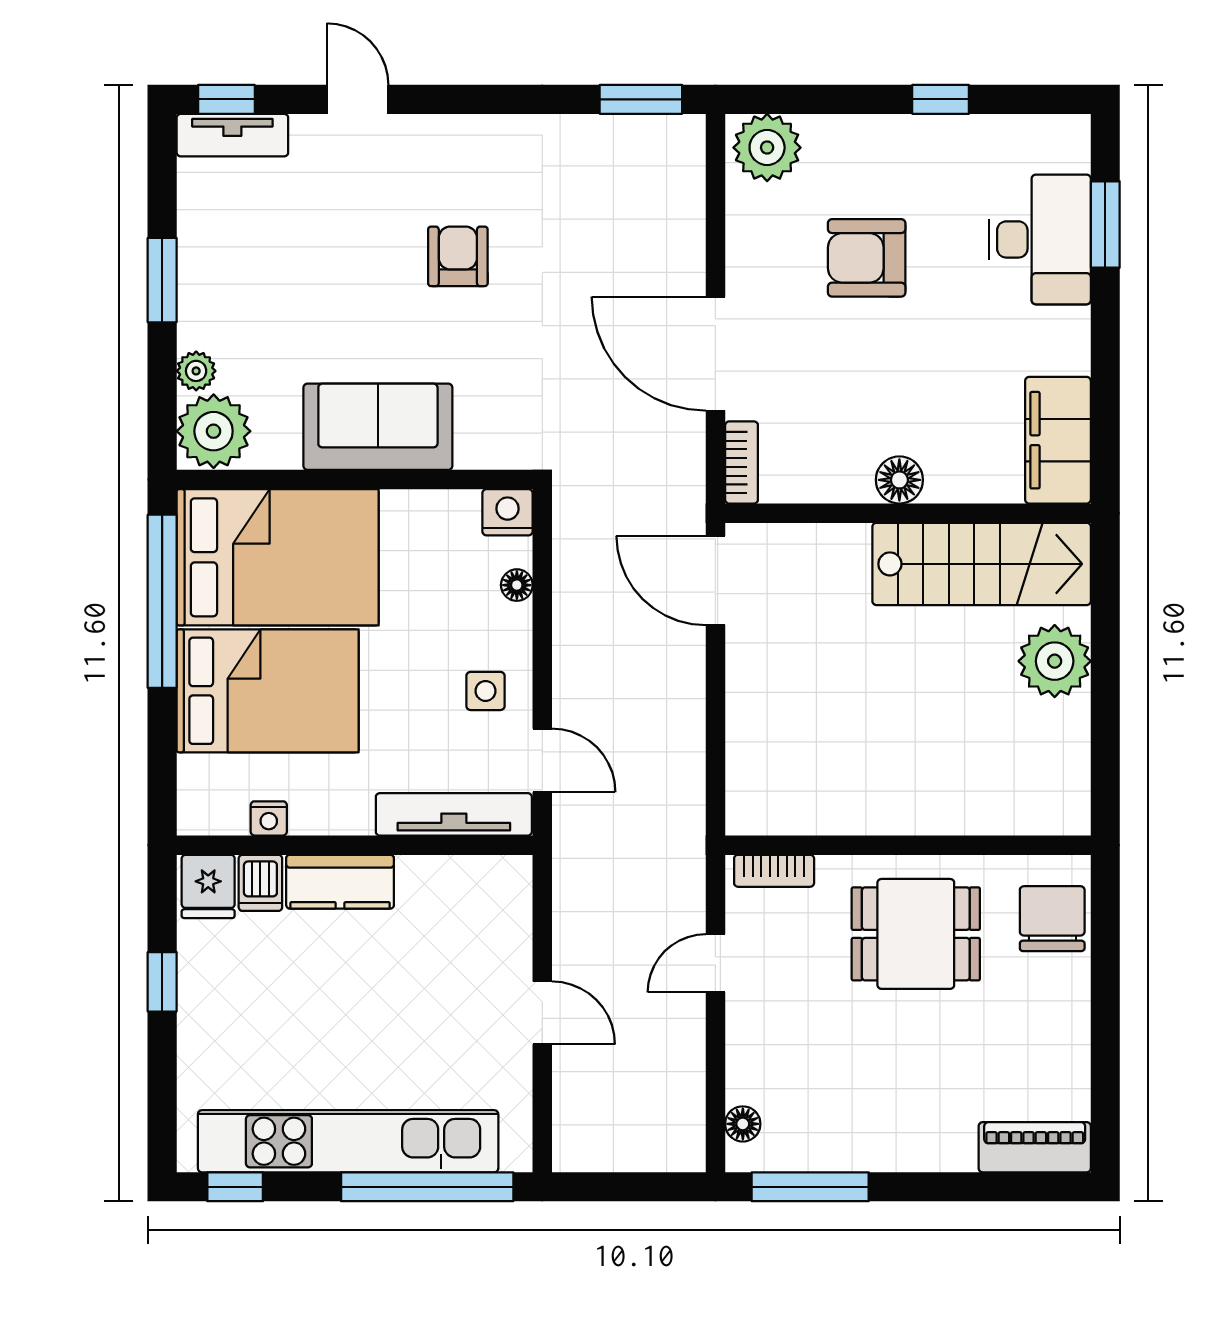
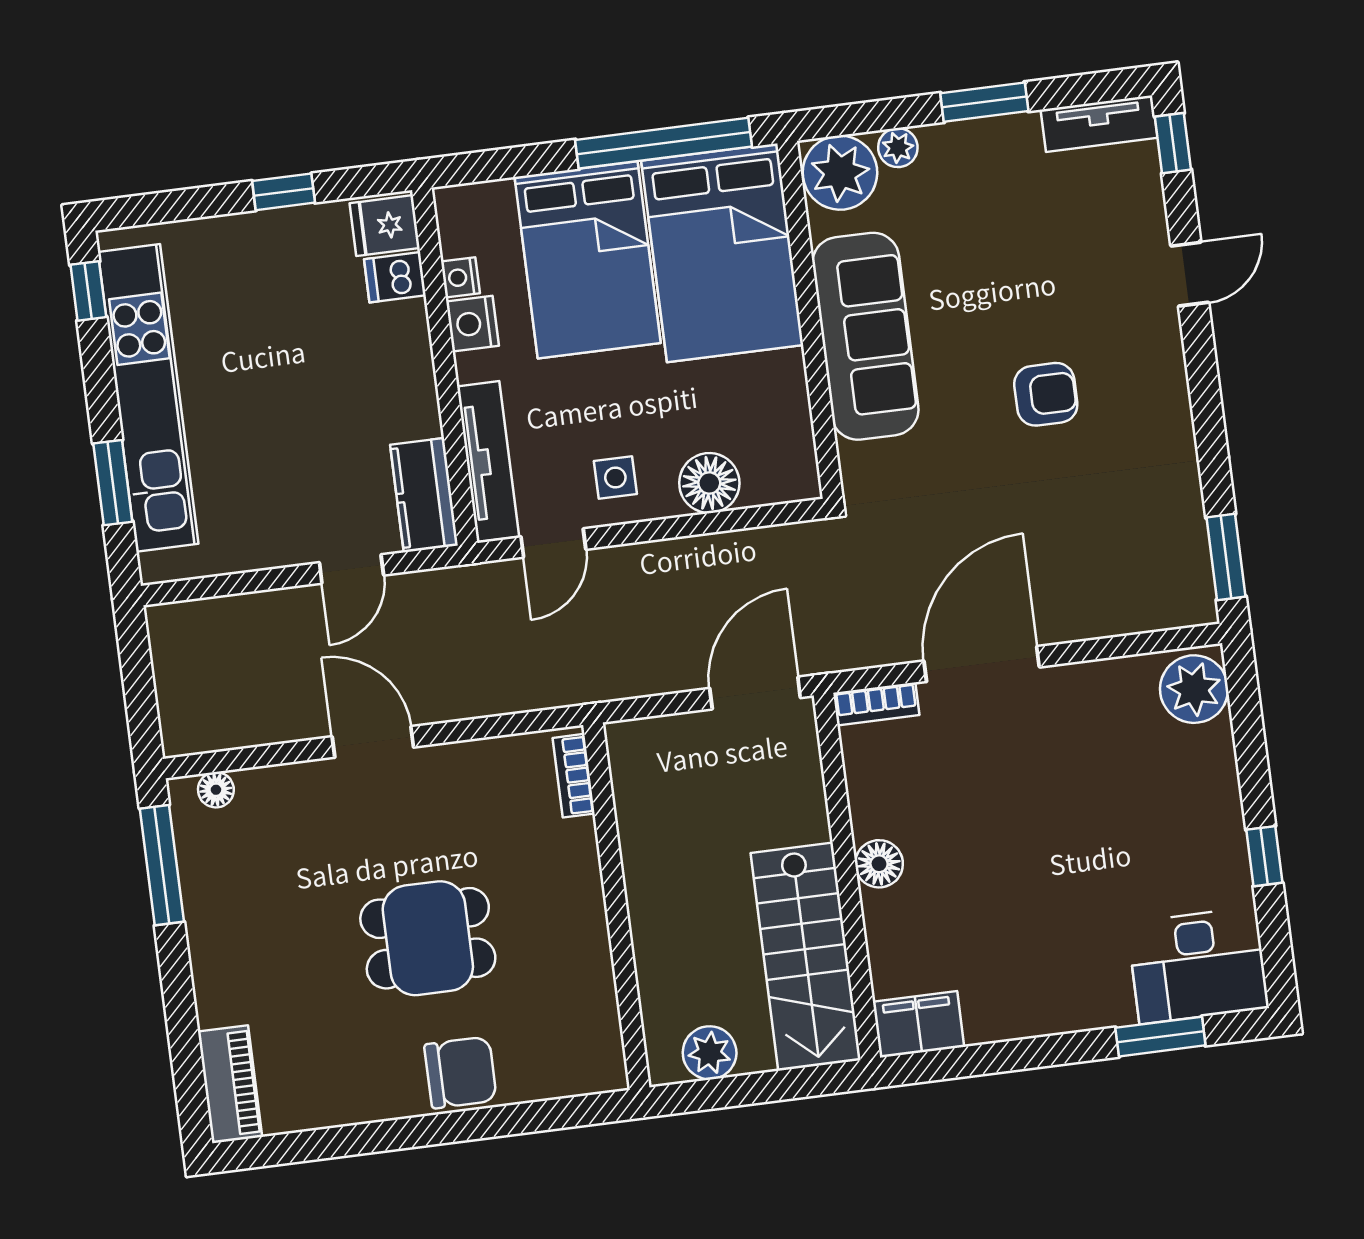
tv unit: (232, 135) -> (1099, 124), moved, turned -90
desk: (1040, 239) -> (1198, 965), moved
armchair: (867, 258) -> (1097, 803), removed
sofa: (378, 427) -> (865, 336), width x1.36
filing cabinet: (1058, 440) -> (918, 1024), width x0.67, depth x0.86
nightstand: (507, 512) -> (472, 324), moved, turned 180
floor lamp: (517, 585) -> (709, 483), width x1.89, depth x1.89
plant: (1055, 661) -> (710, 1053), width x0.73, depth x0.73
wall: (908, 845) -> (616, 906), moved
bookcase: (774, 871) -> (574, 776), moved
kitchen counter: (340, 882) -> (424, 495), moved
dining table: (916, 934) -> (428, 938), turned 90
door: (715, 963) -> (373, 742), width x1.38
door: (542, 1013) -> (351, 569), moved
window: (427, 1187) -> (113, 483), width x0.47

